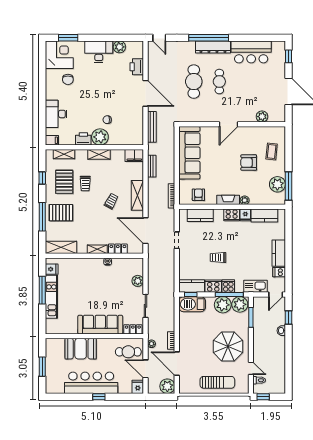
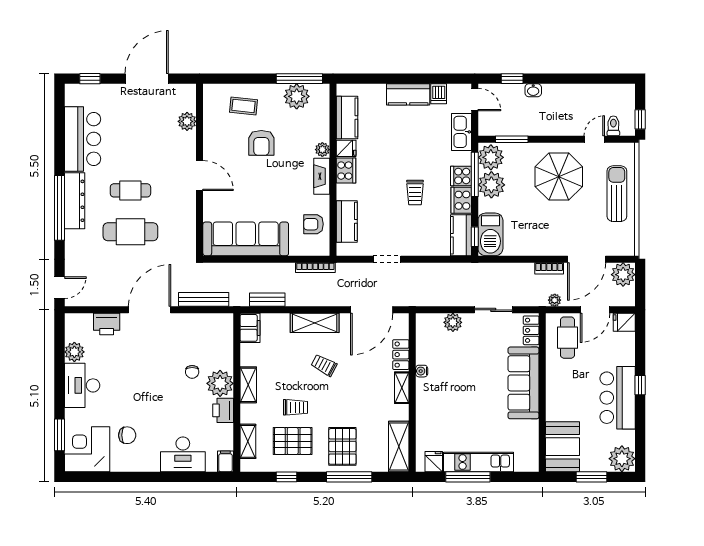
booth: (81, 349) -> (562, 447), moved
bar counter: (91, 383) -> (618, 398), width x0.73
plant: (53, 385) -> (622, 459), added

